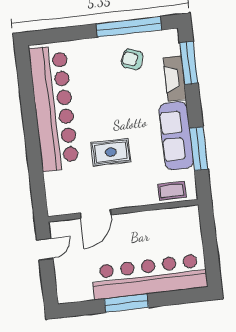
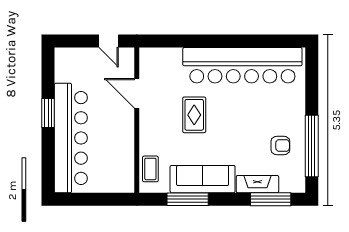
armchair: (132, 59) -> (280, 146), turned 71
window: (126, 303) -> (48, 113), width x0.69

